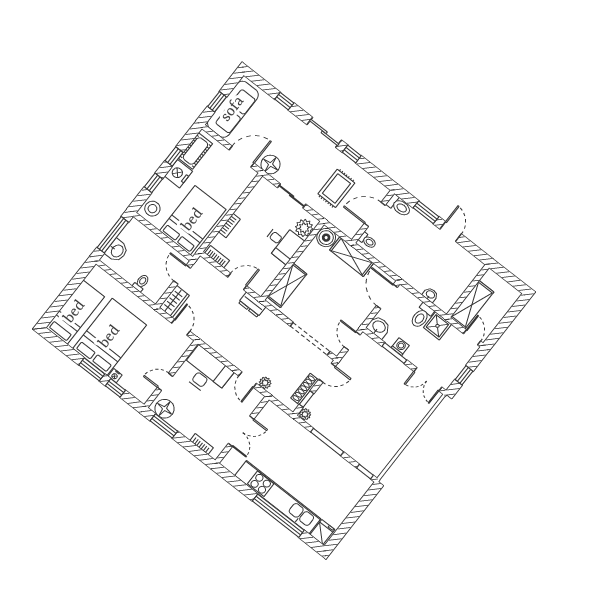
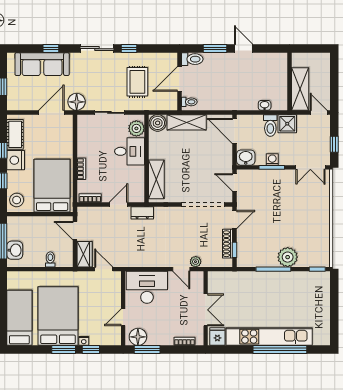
sofa: (233, 109) -> (42, 64), moved, turned 90
plant: (305, 414) -> (288, 257), moved, width x1.87, depth x1.87
fridge: (322, 532) -> (217, 337), moved

